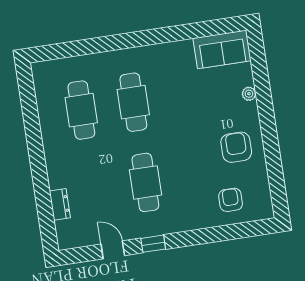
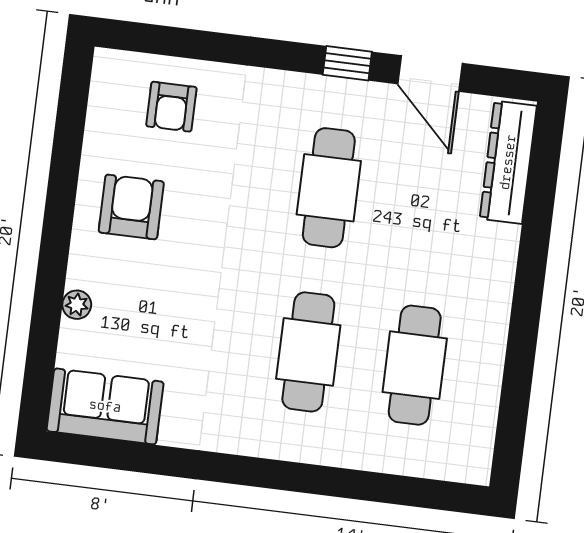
armchair: (236, 147) -> (131, 207), turned 180
dresser: (60, 204) -> (508, 162), width x1.96, depth x1.24
door: (113, 250) -> (430, 74), width x1.38

